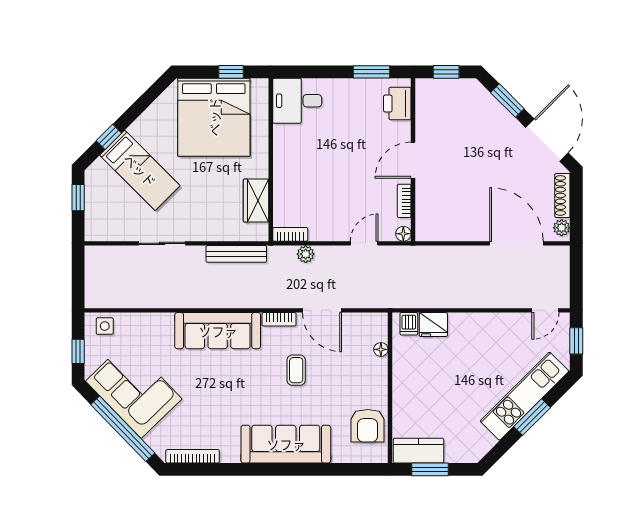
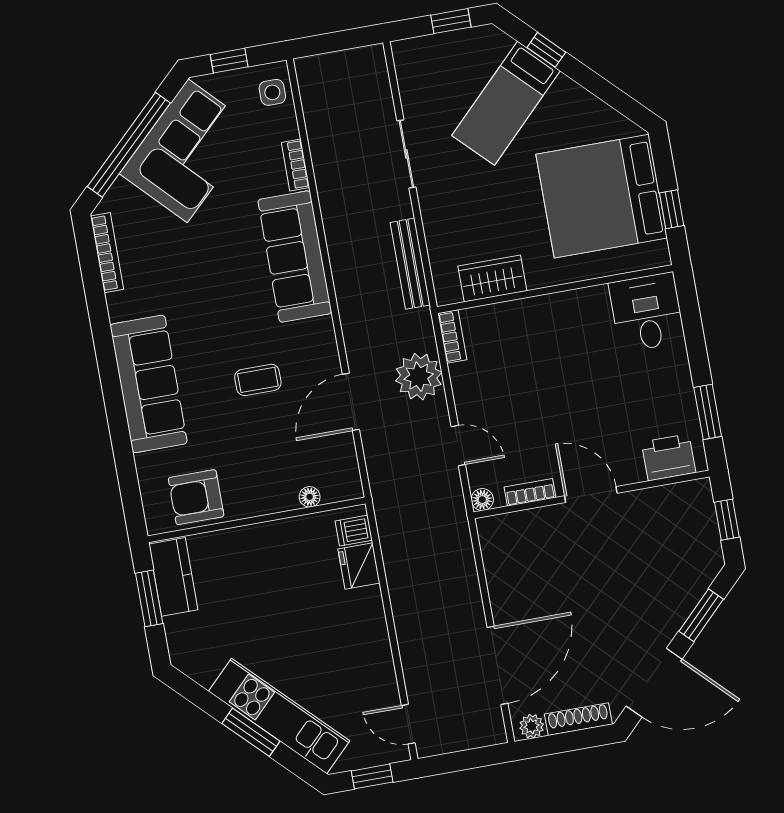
plant: (306, 254) -> (419, 377), width x1.88, depth x1.88
bookcase: (279, 319) -> (295, 165), moved

